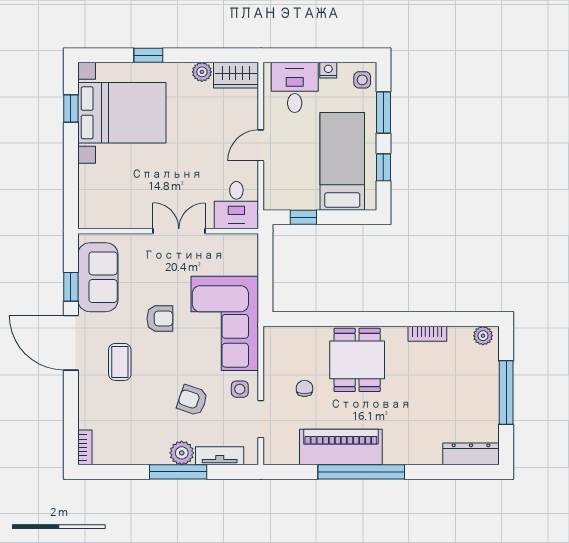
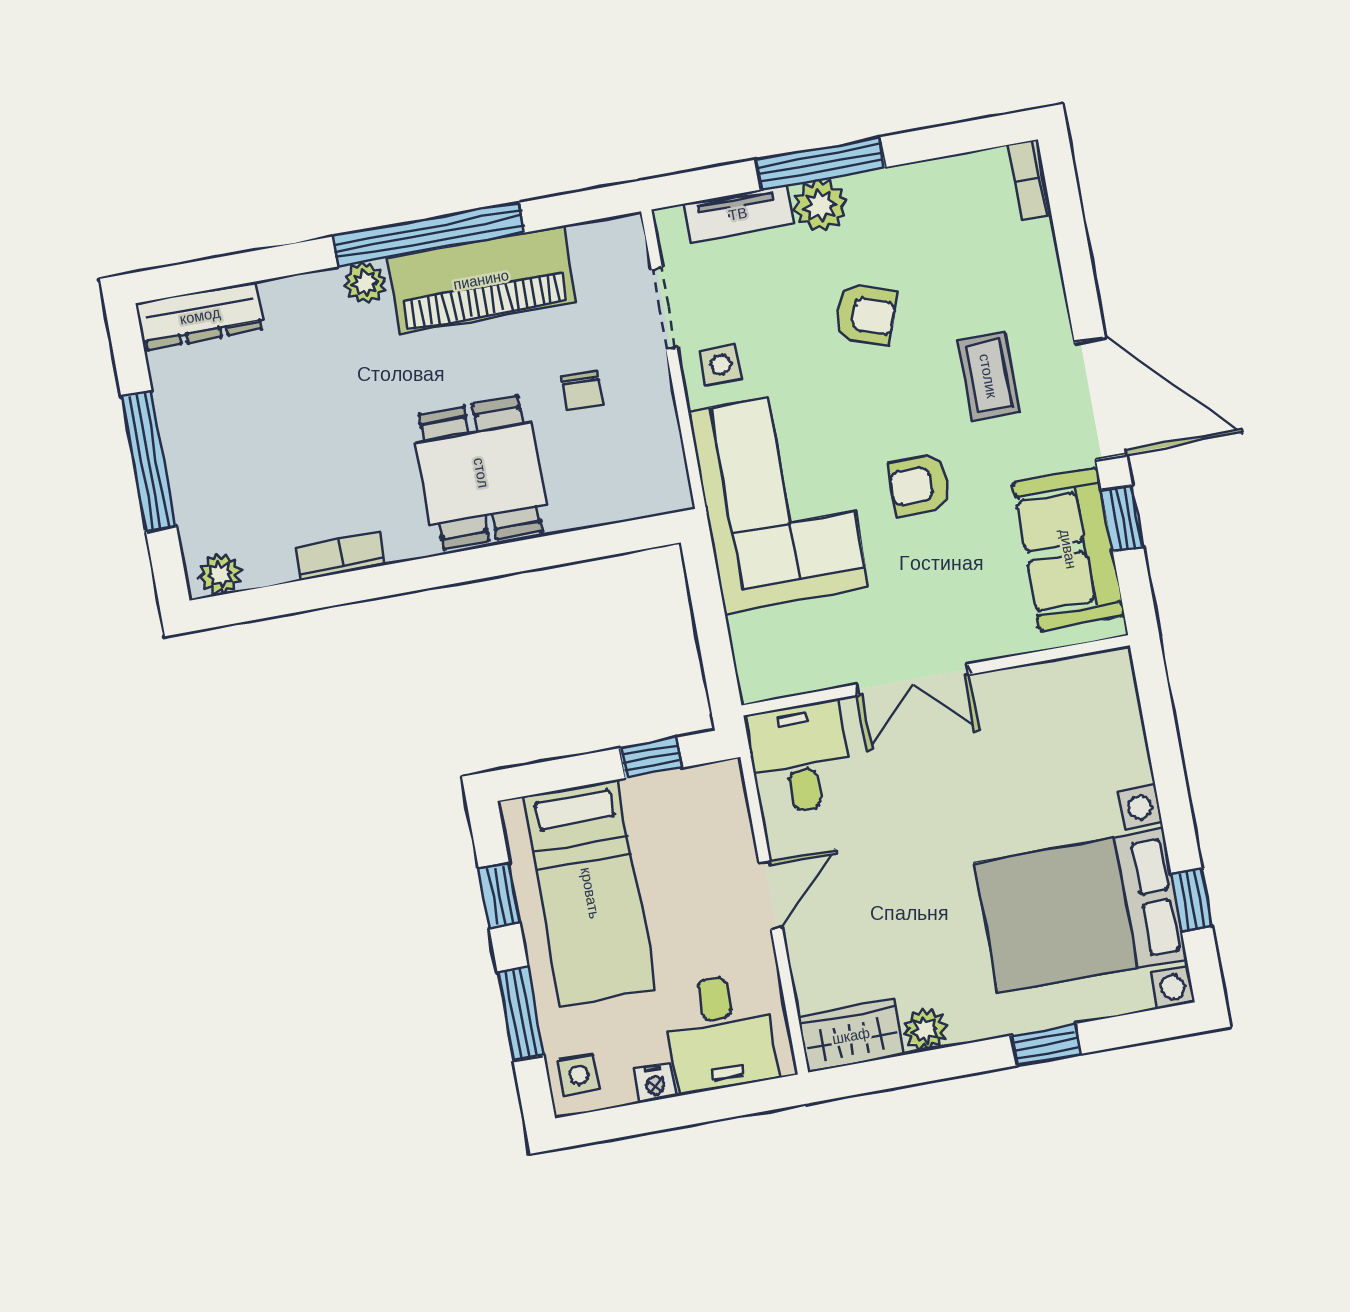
armchair: (192, 400) -> (866, 315), moved
plant: (394, 455) -> (365, 283), added

